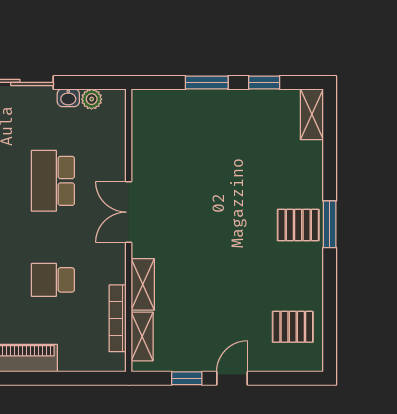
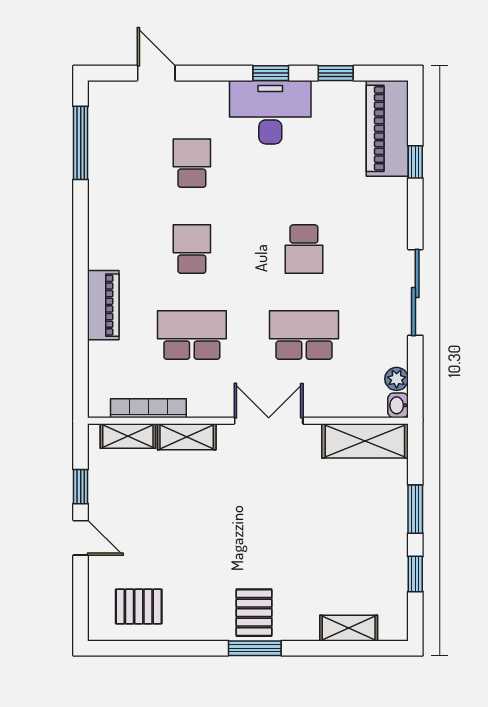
washbasin: (68, 98) -> (398, 405), moved
shelving: (312, 114) -> (349, 628), moved
shelving: (146, 127) -> (365, 441), added
school desk: (53, 280) -> (192, 335), width x1.85
pallet: (293, 327) -> (139, 606), turned 90

